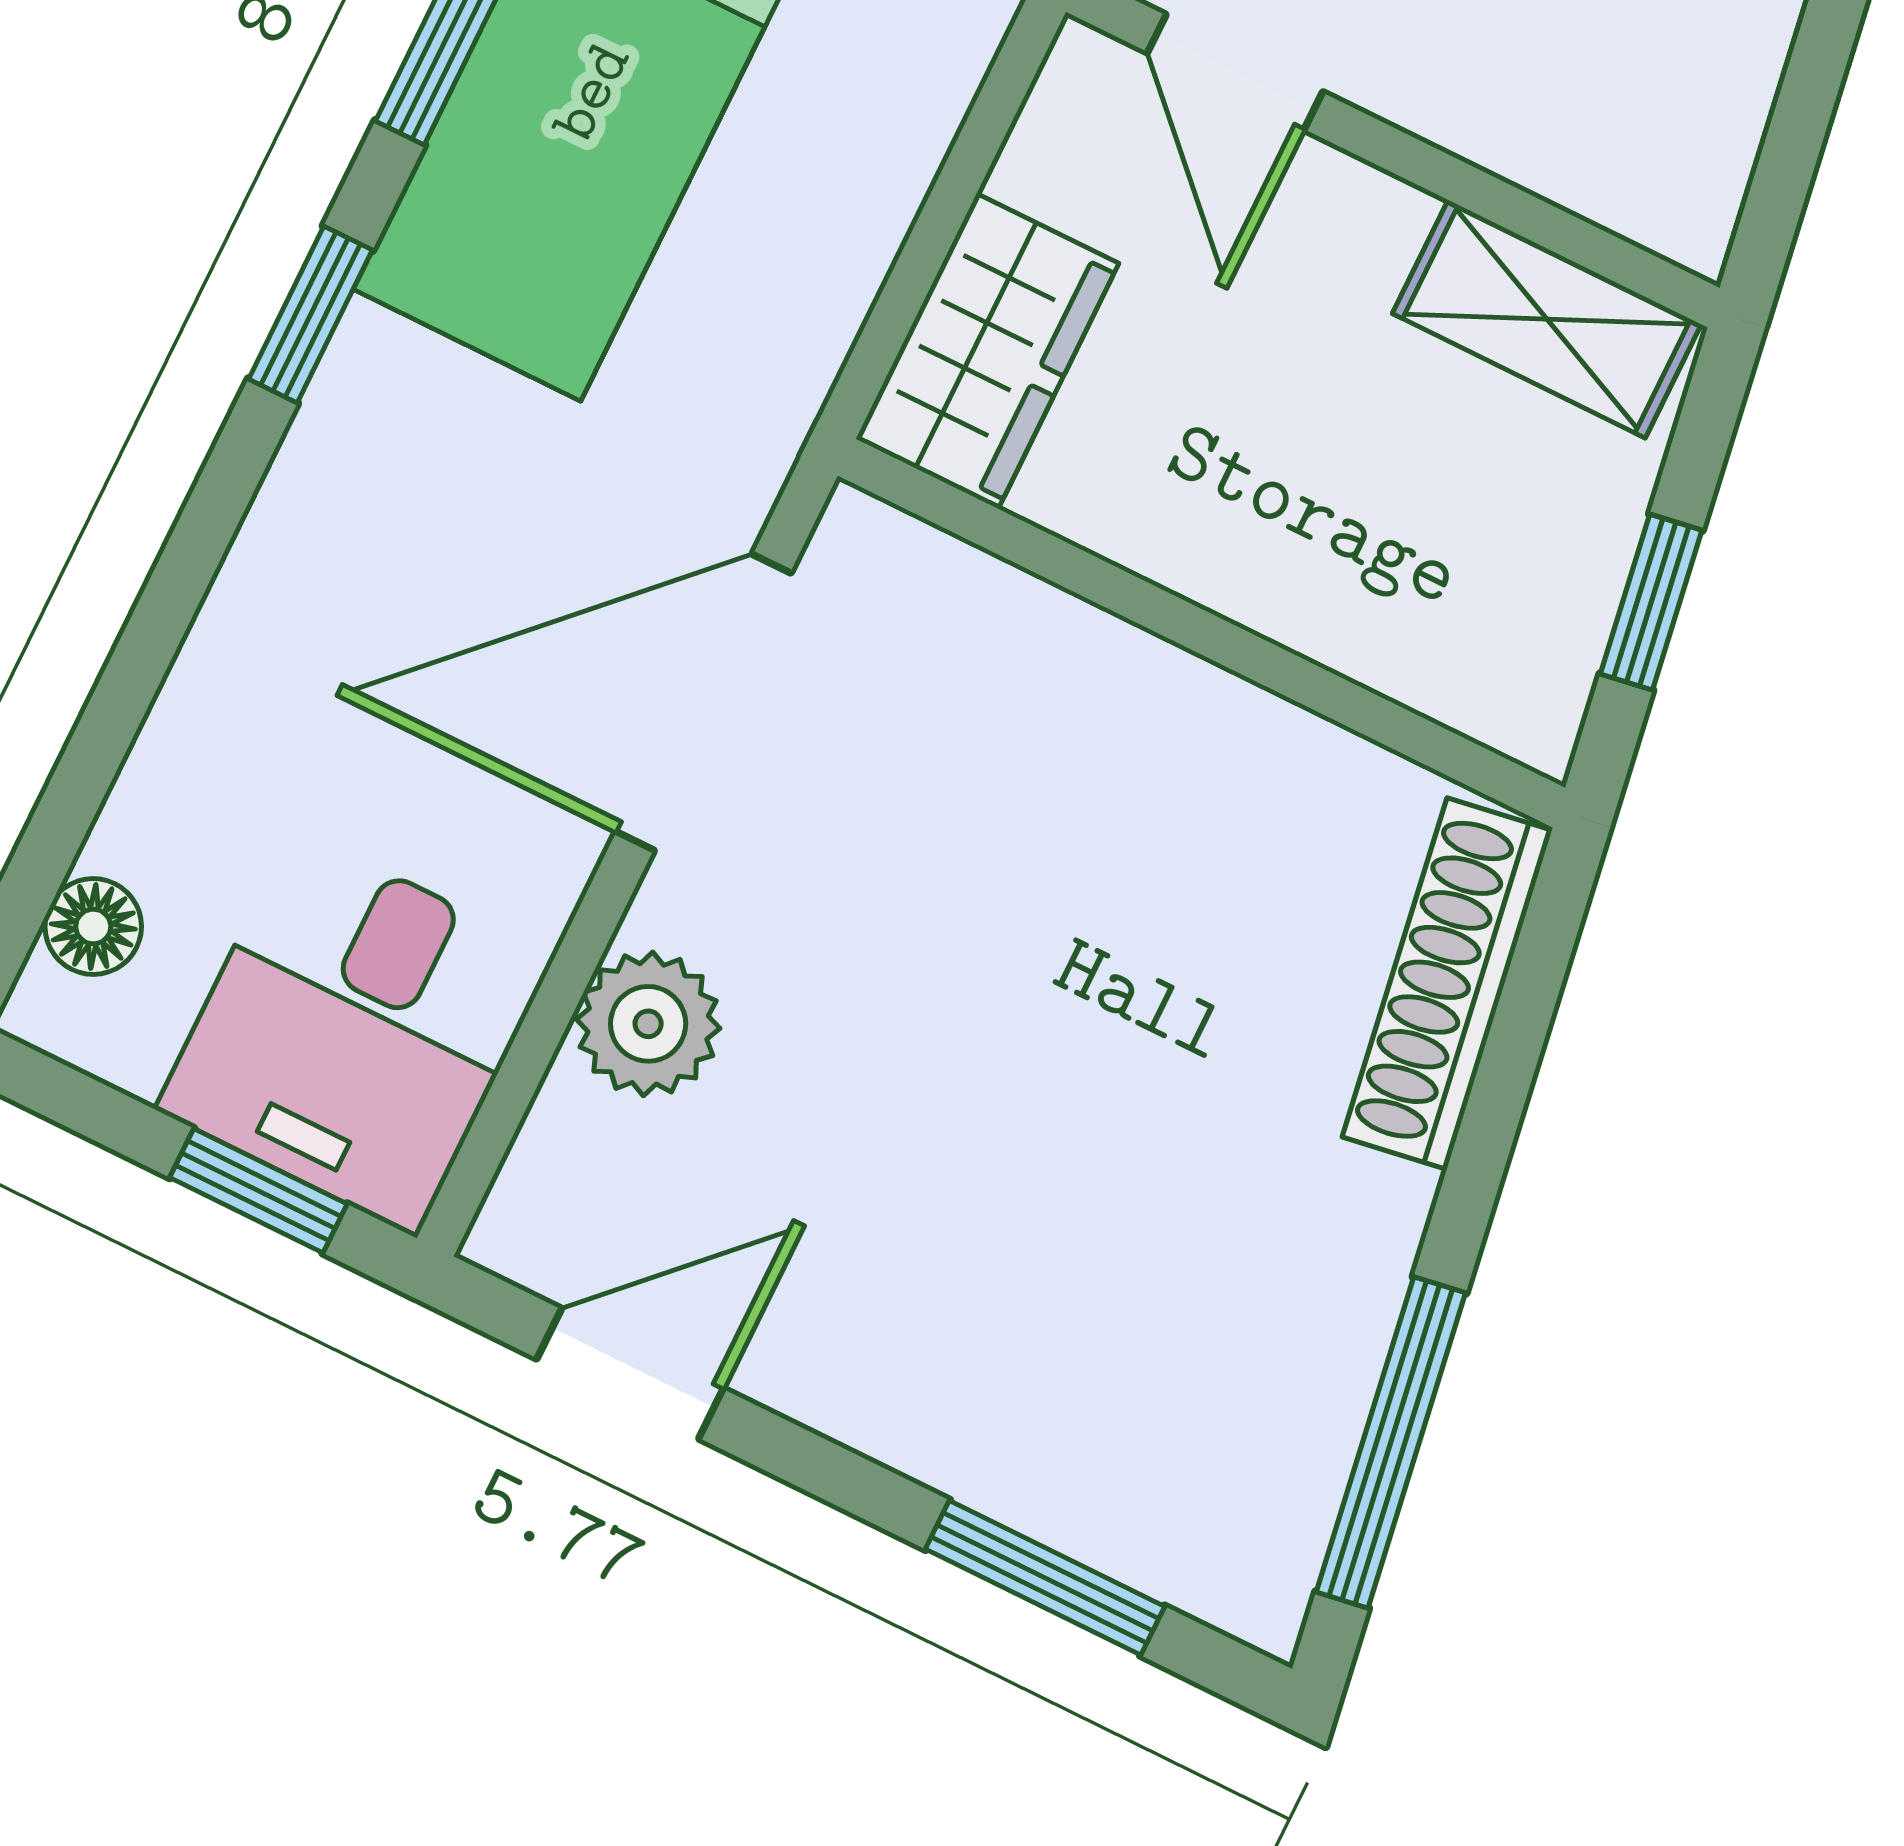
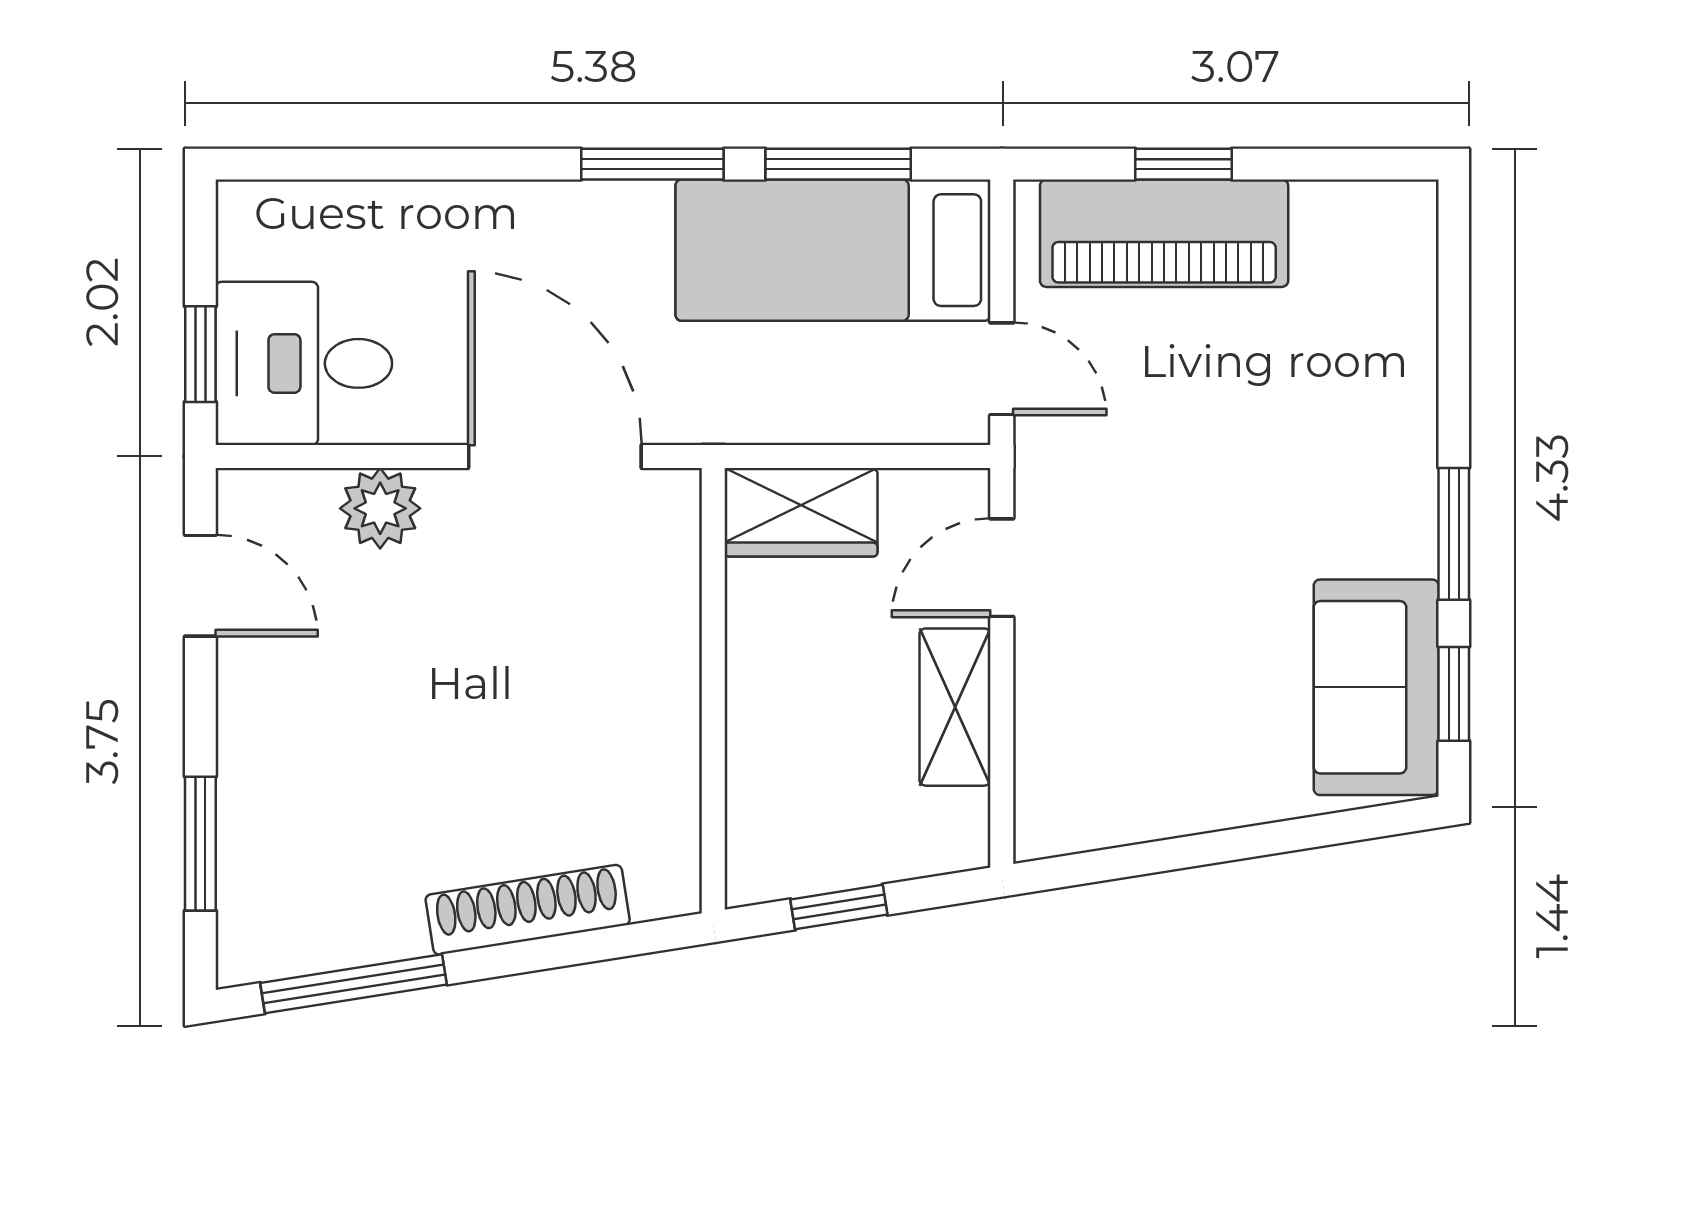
window: (310, 315) -> (652, 164), width x1.50
shelving: (1547, 319) -> (955, 707), moved
floor lamp: (93, 926) -> (292, 206), removed
shoe rack: (1447, 984) -> (528, 910), moved

